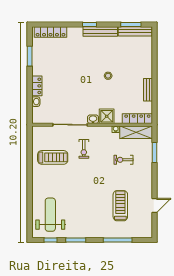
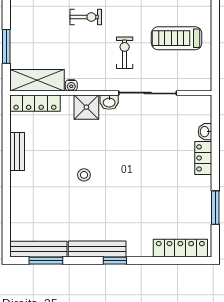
exercise bike: (123, 160) -> (86, 17), moved

